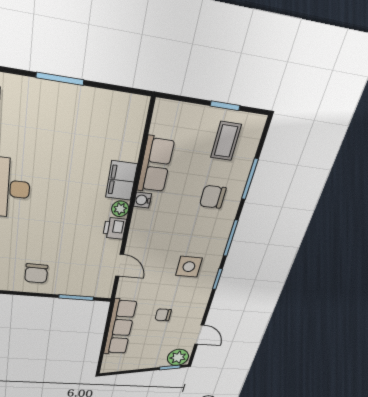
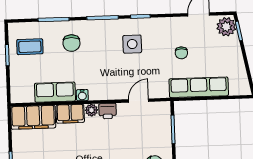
filing cabinet: (128, 128) -> (33, 117), added

